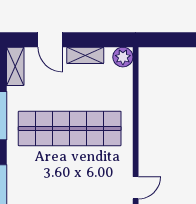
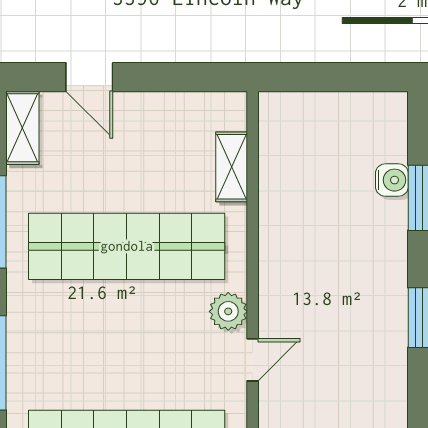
shelving: (85, 55) -> (232, 167), moved, turned 90
plant: (123, 57) -> (228, 311), moved

